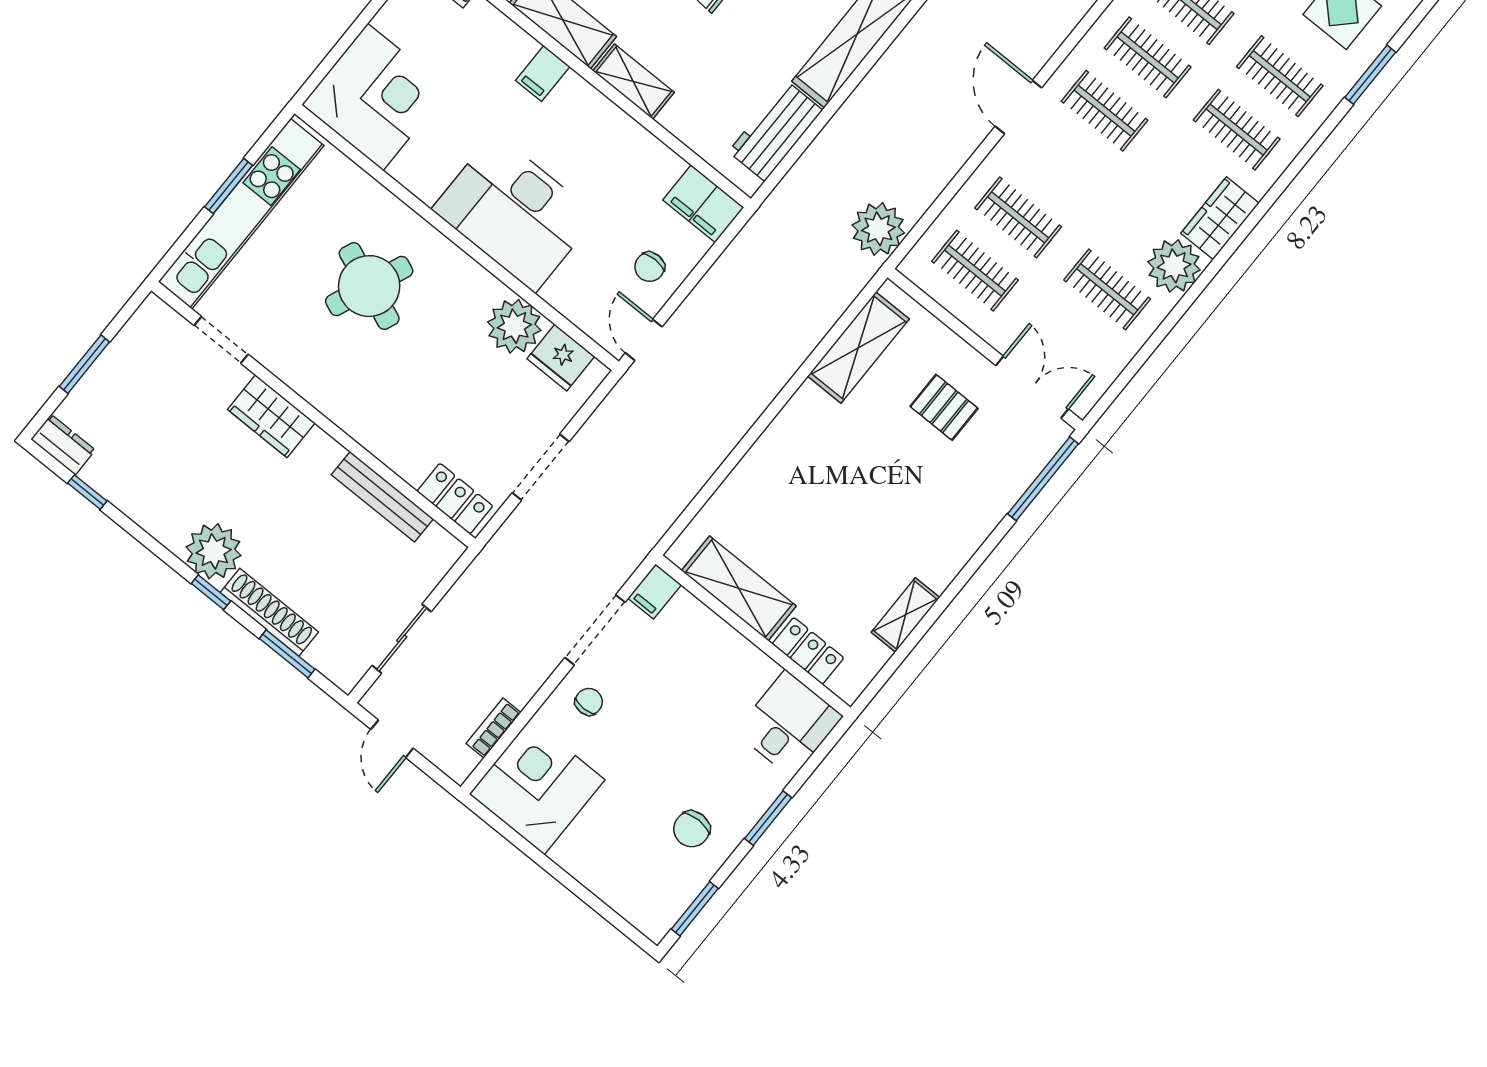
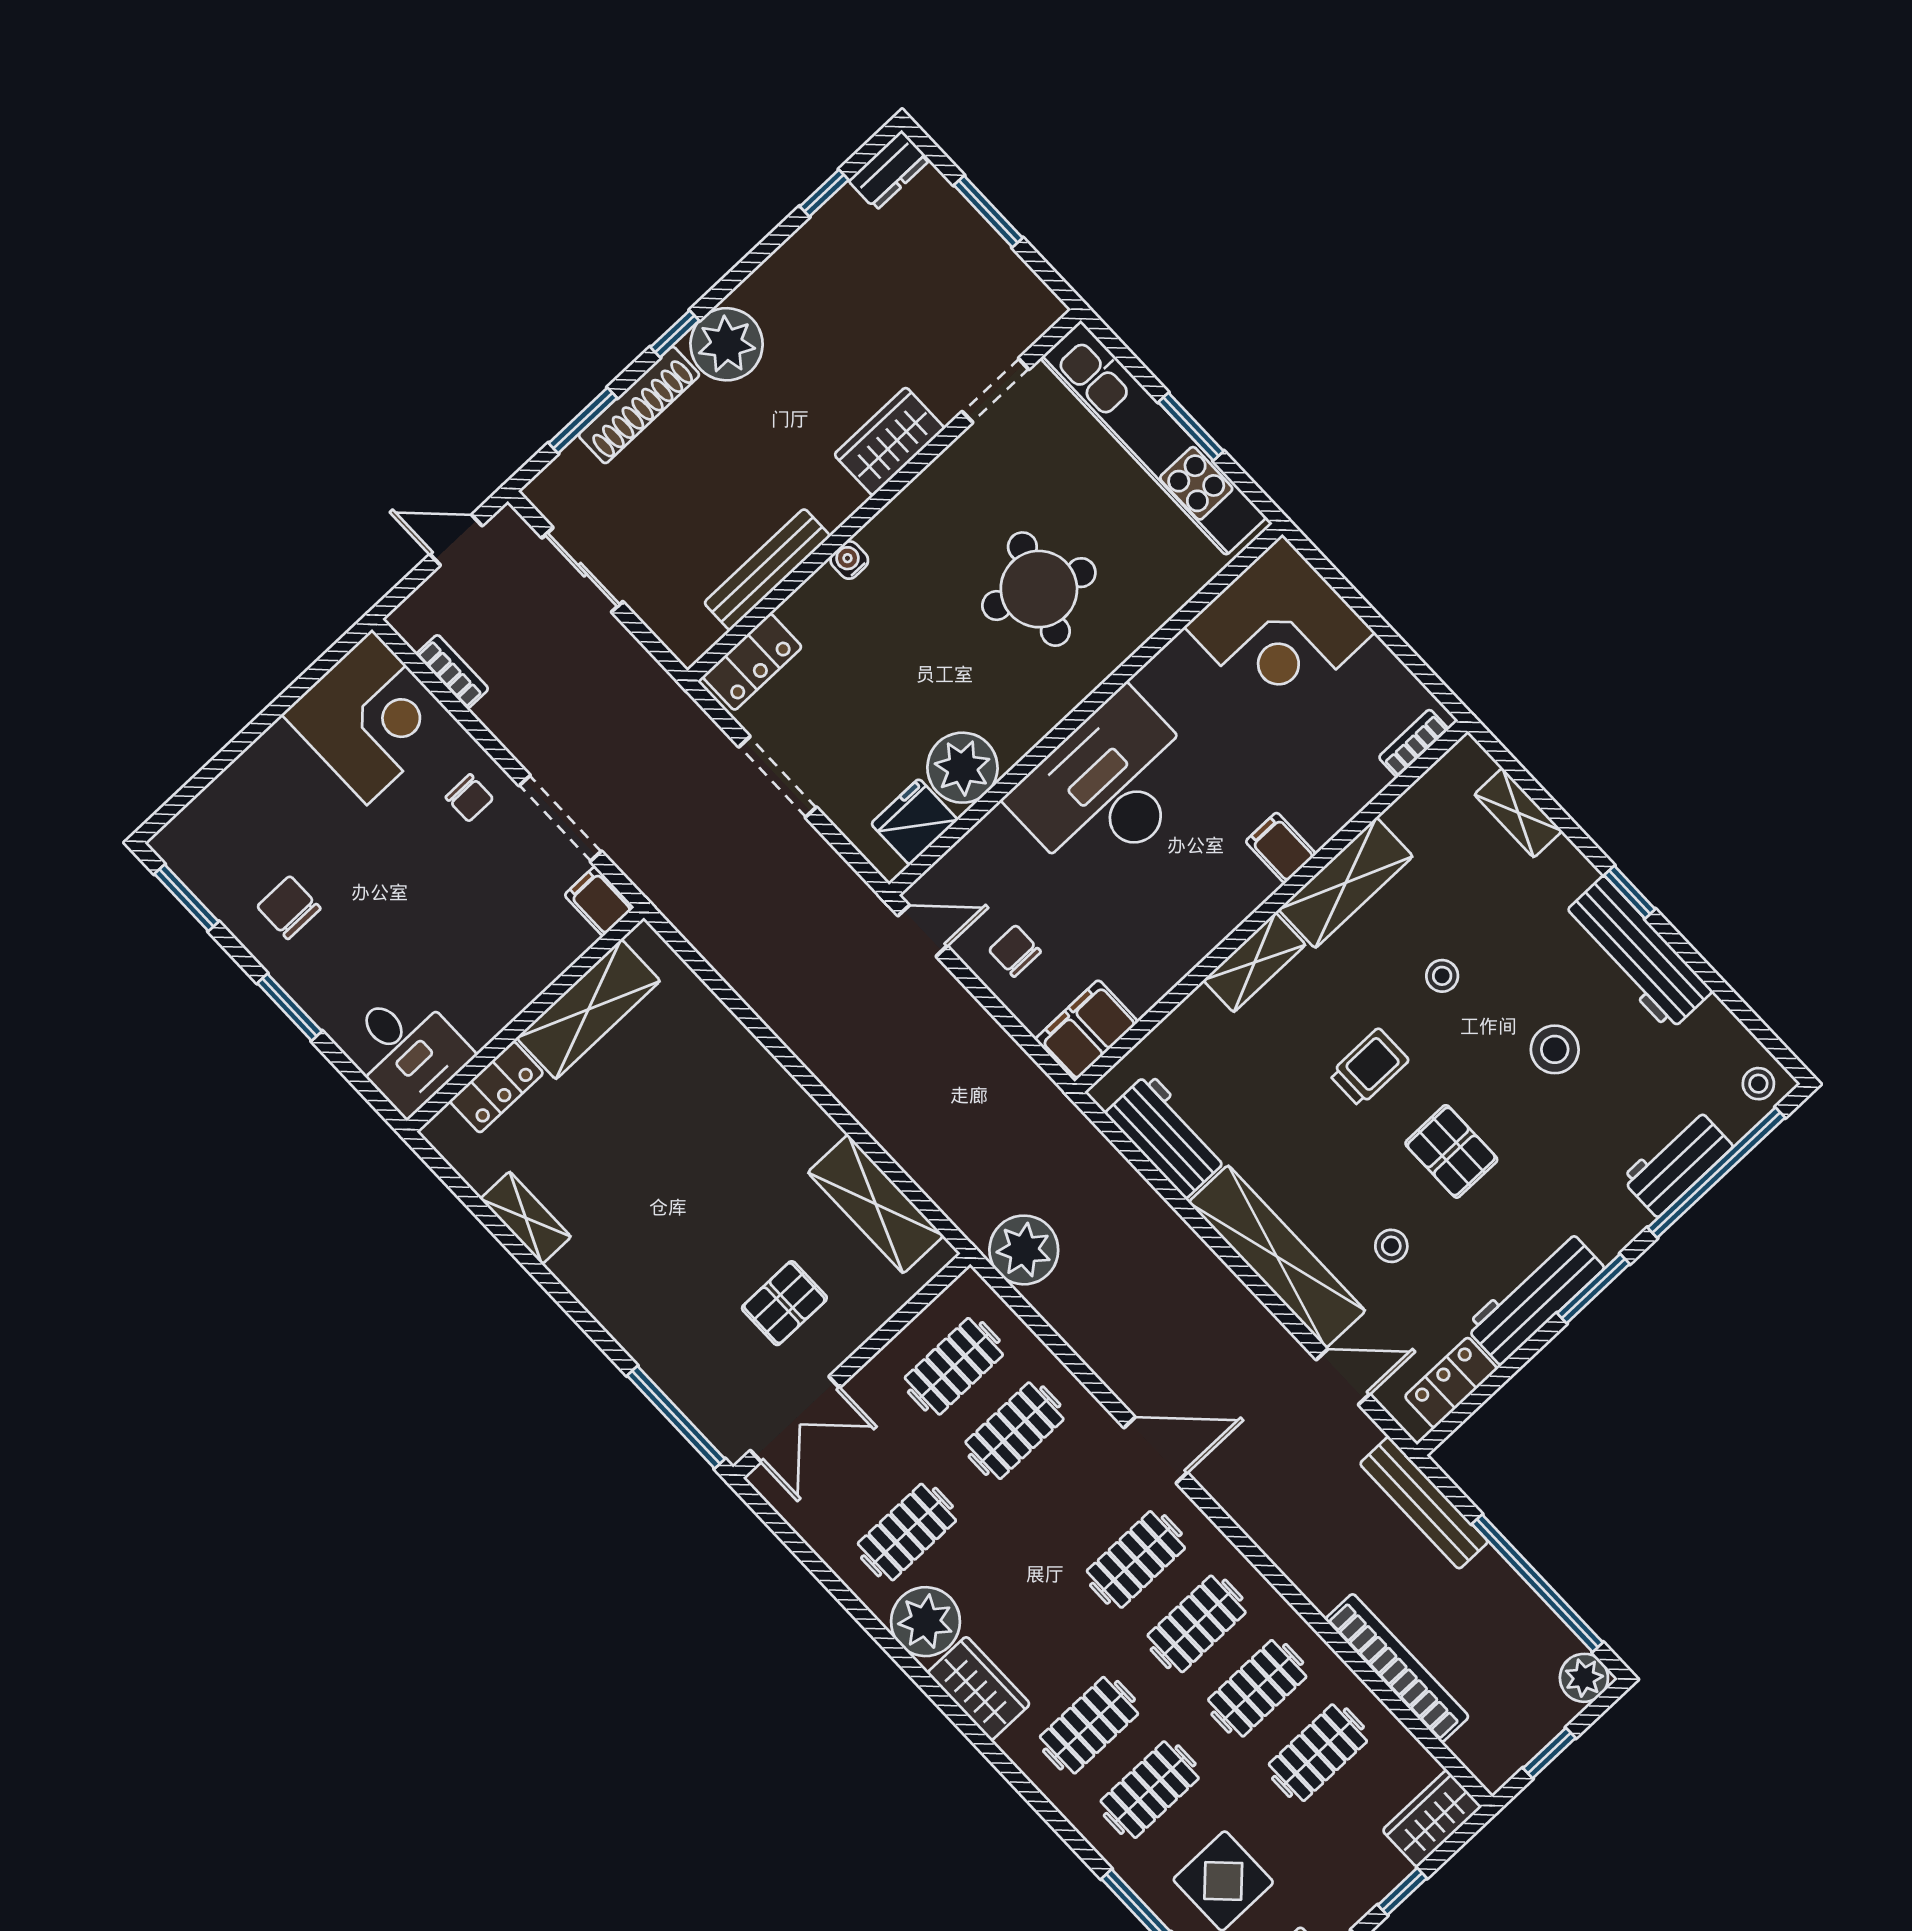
water cooler: (367, 435) -> (849, 560), added

